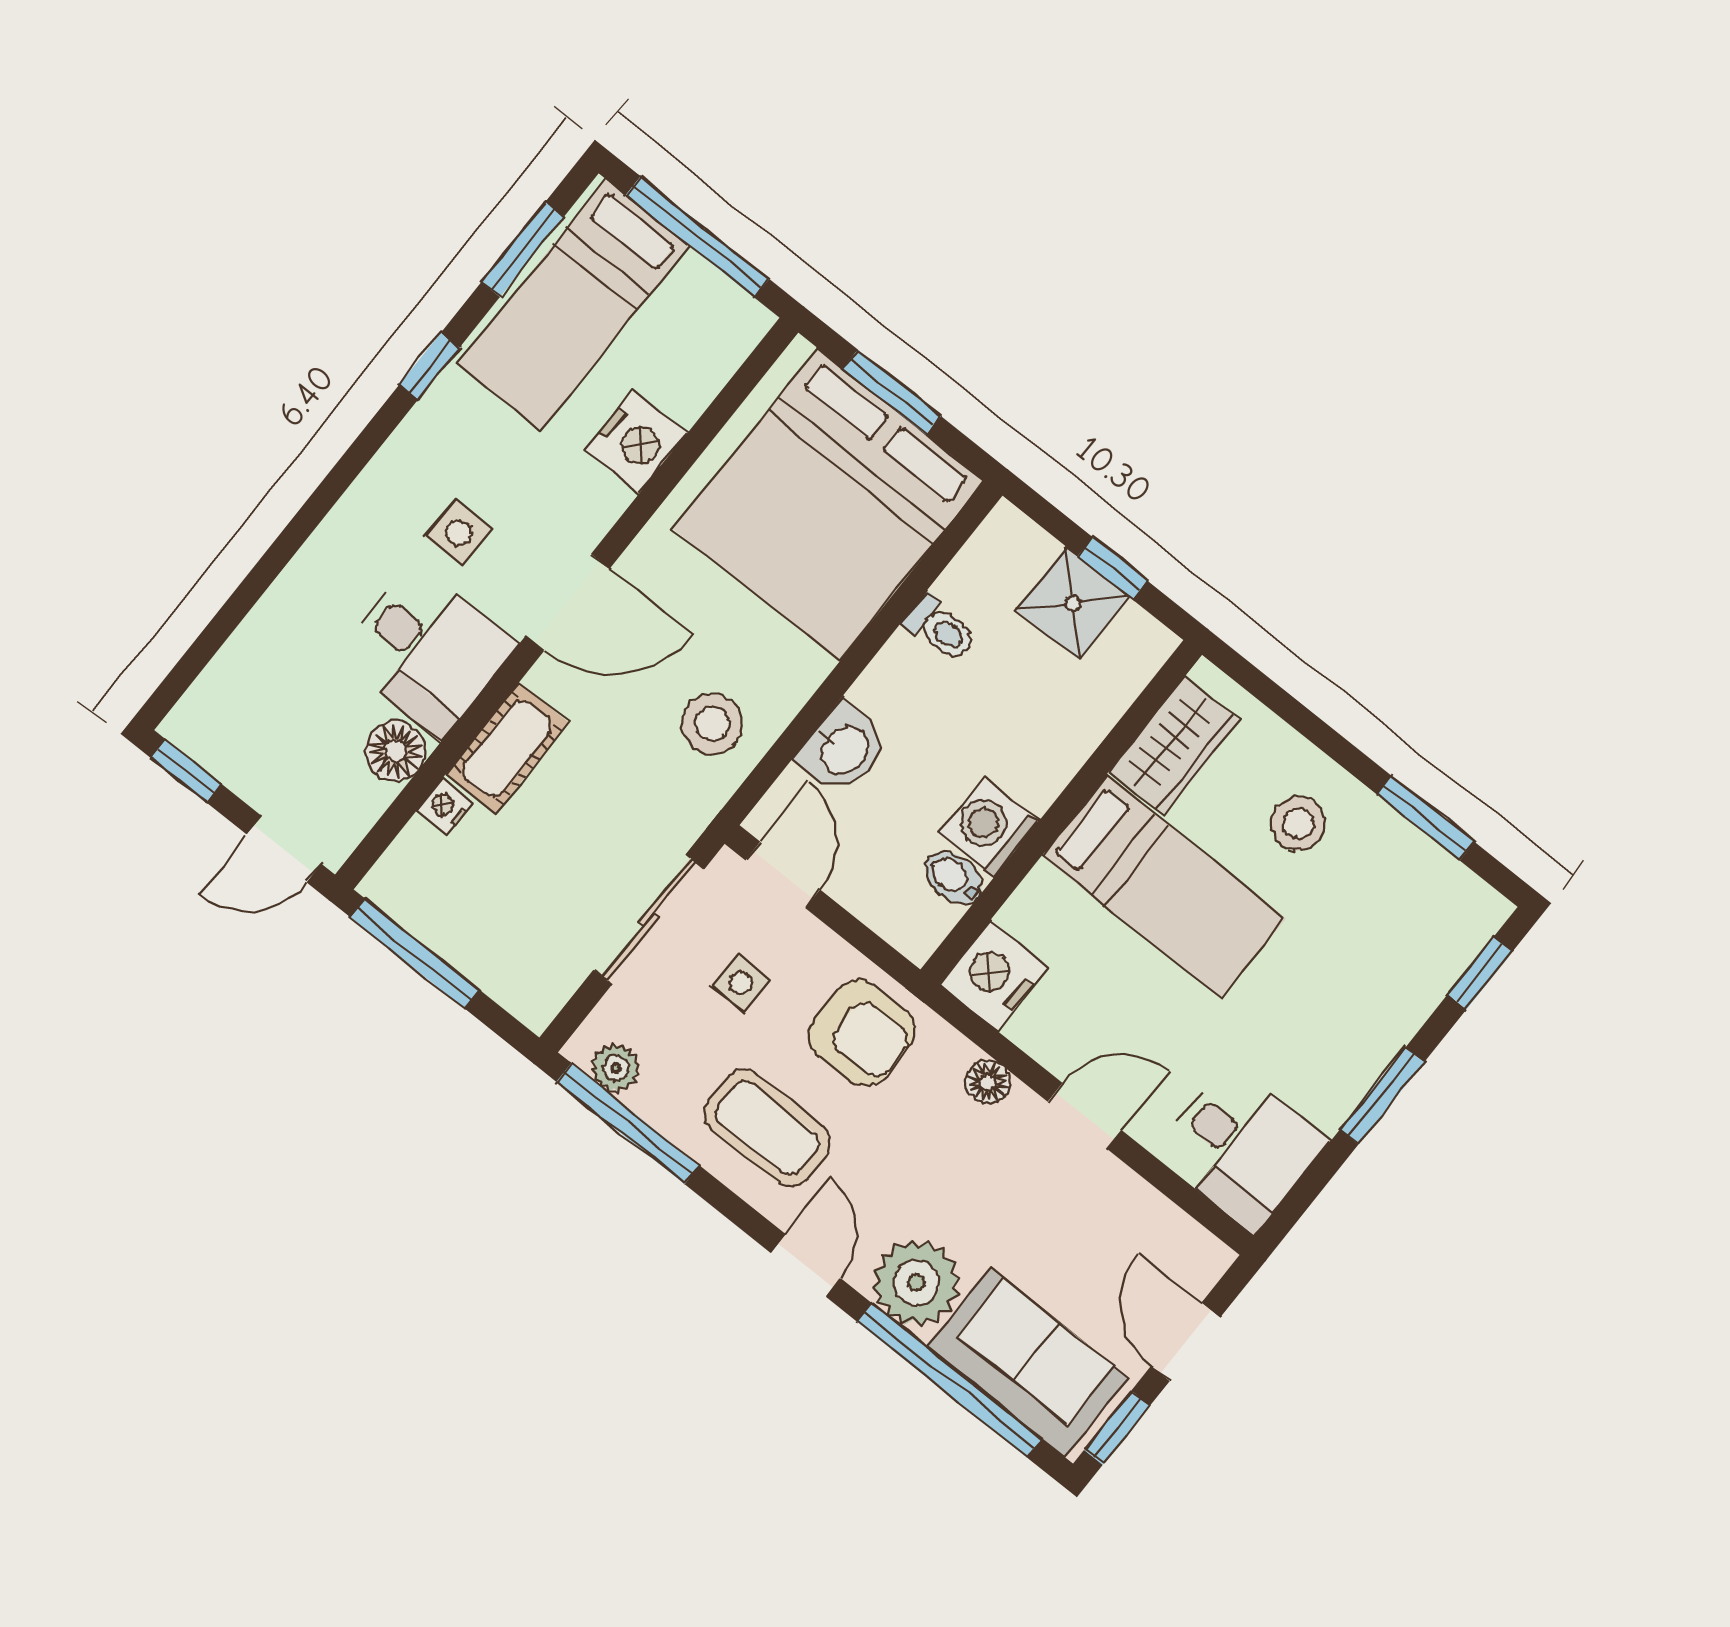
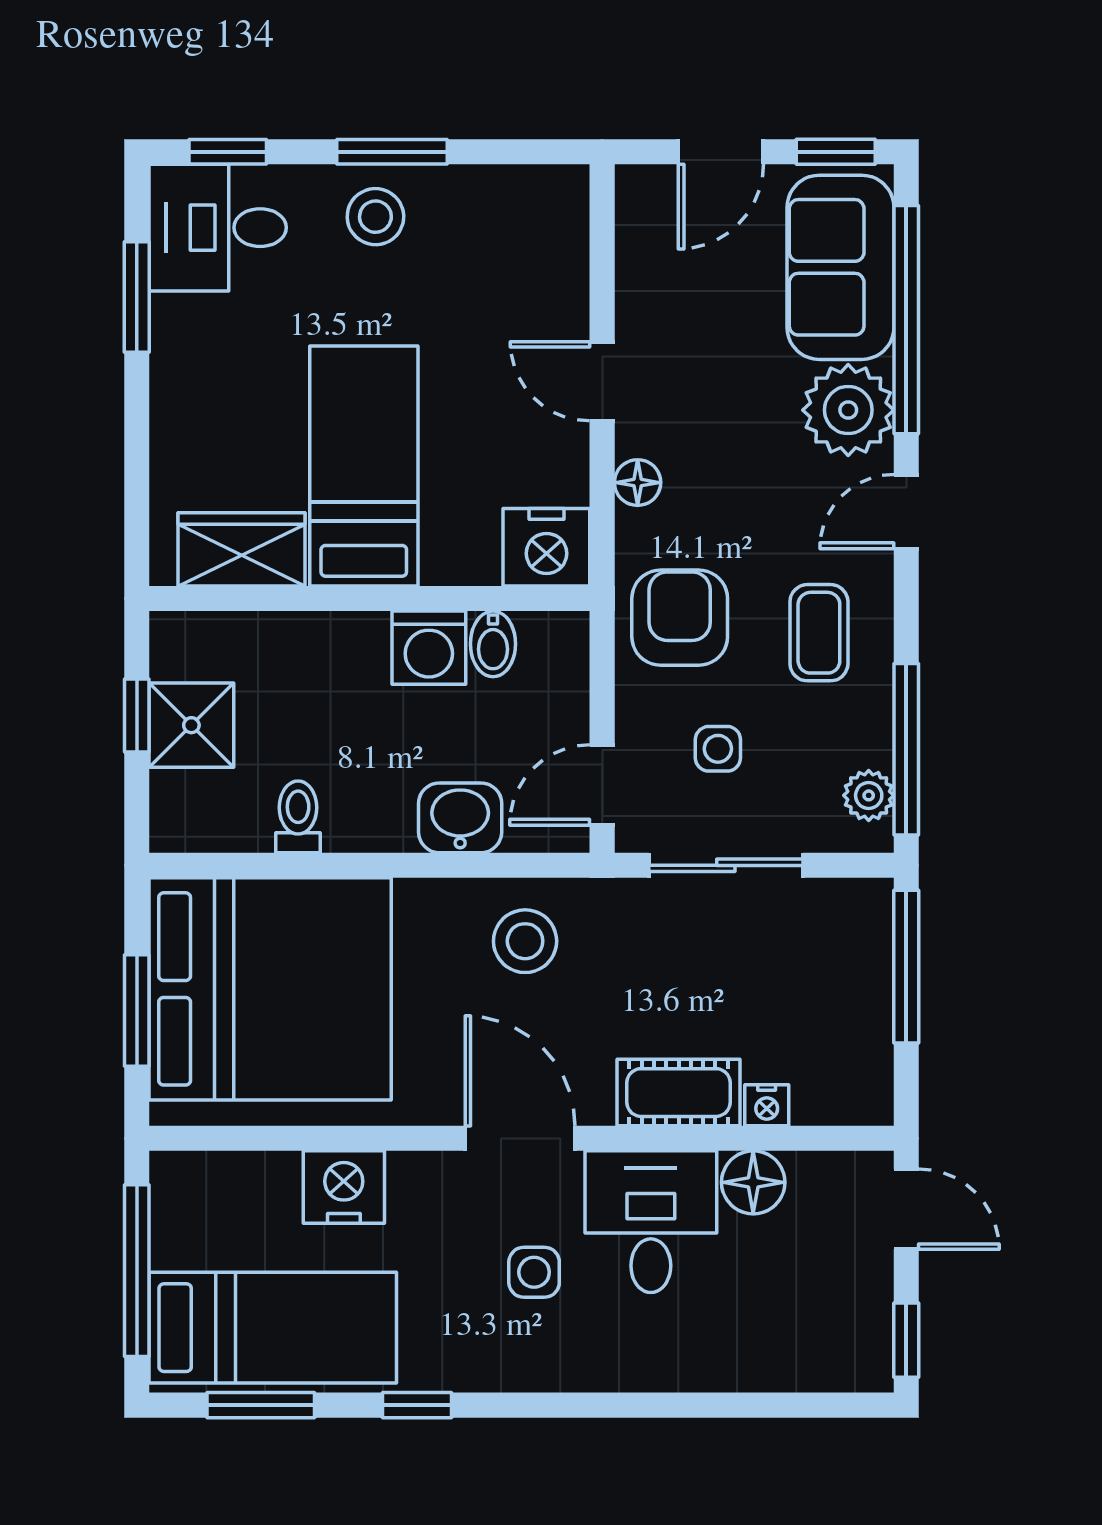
stool: (1298, 824) -> (375, 217), moved
window: (415, 954) -> (906, 967), moved
coffee table: (767, 1128) -> (819, 633), width x0.73, depth x0.77
desk: (1241, 1148) -> (218, 228), moved, turned -90

